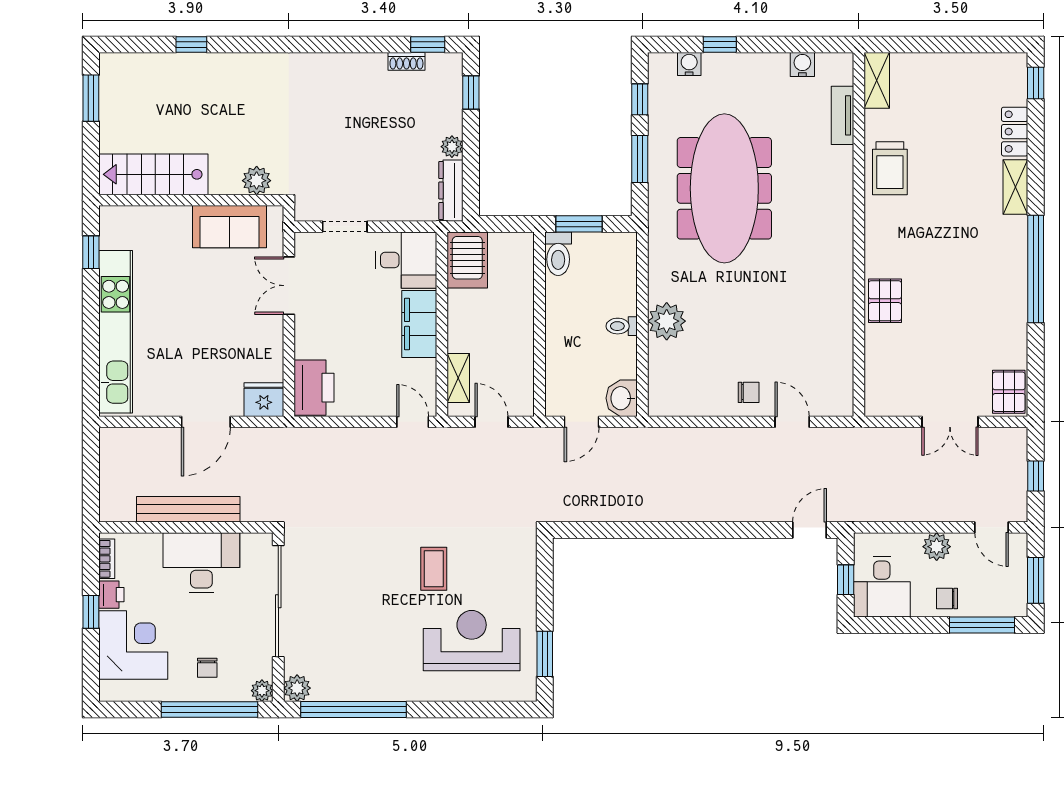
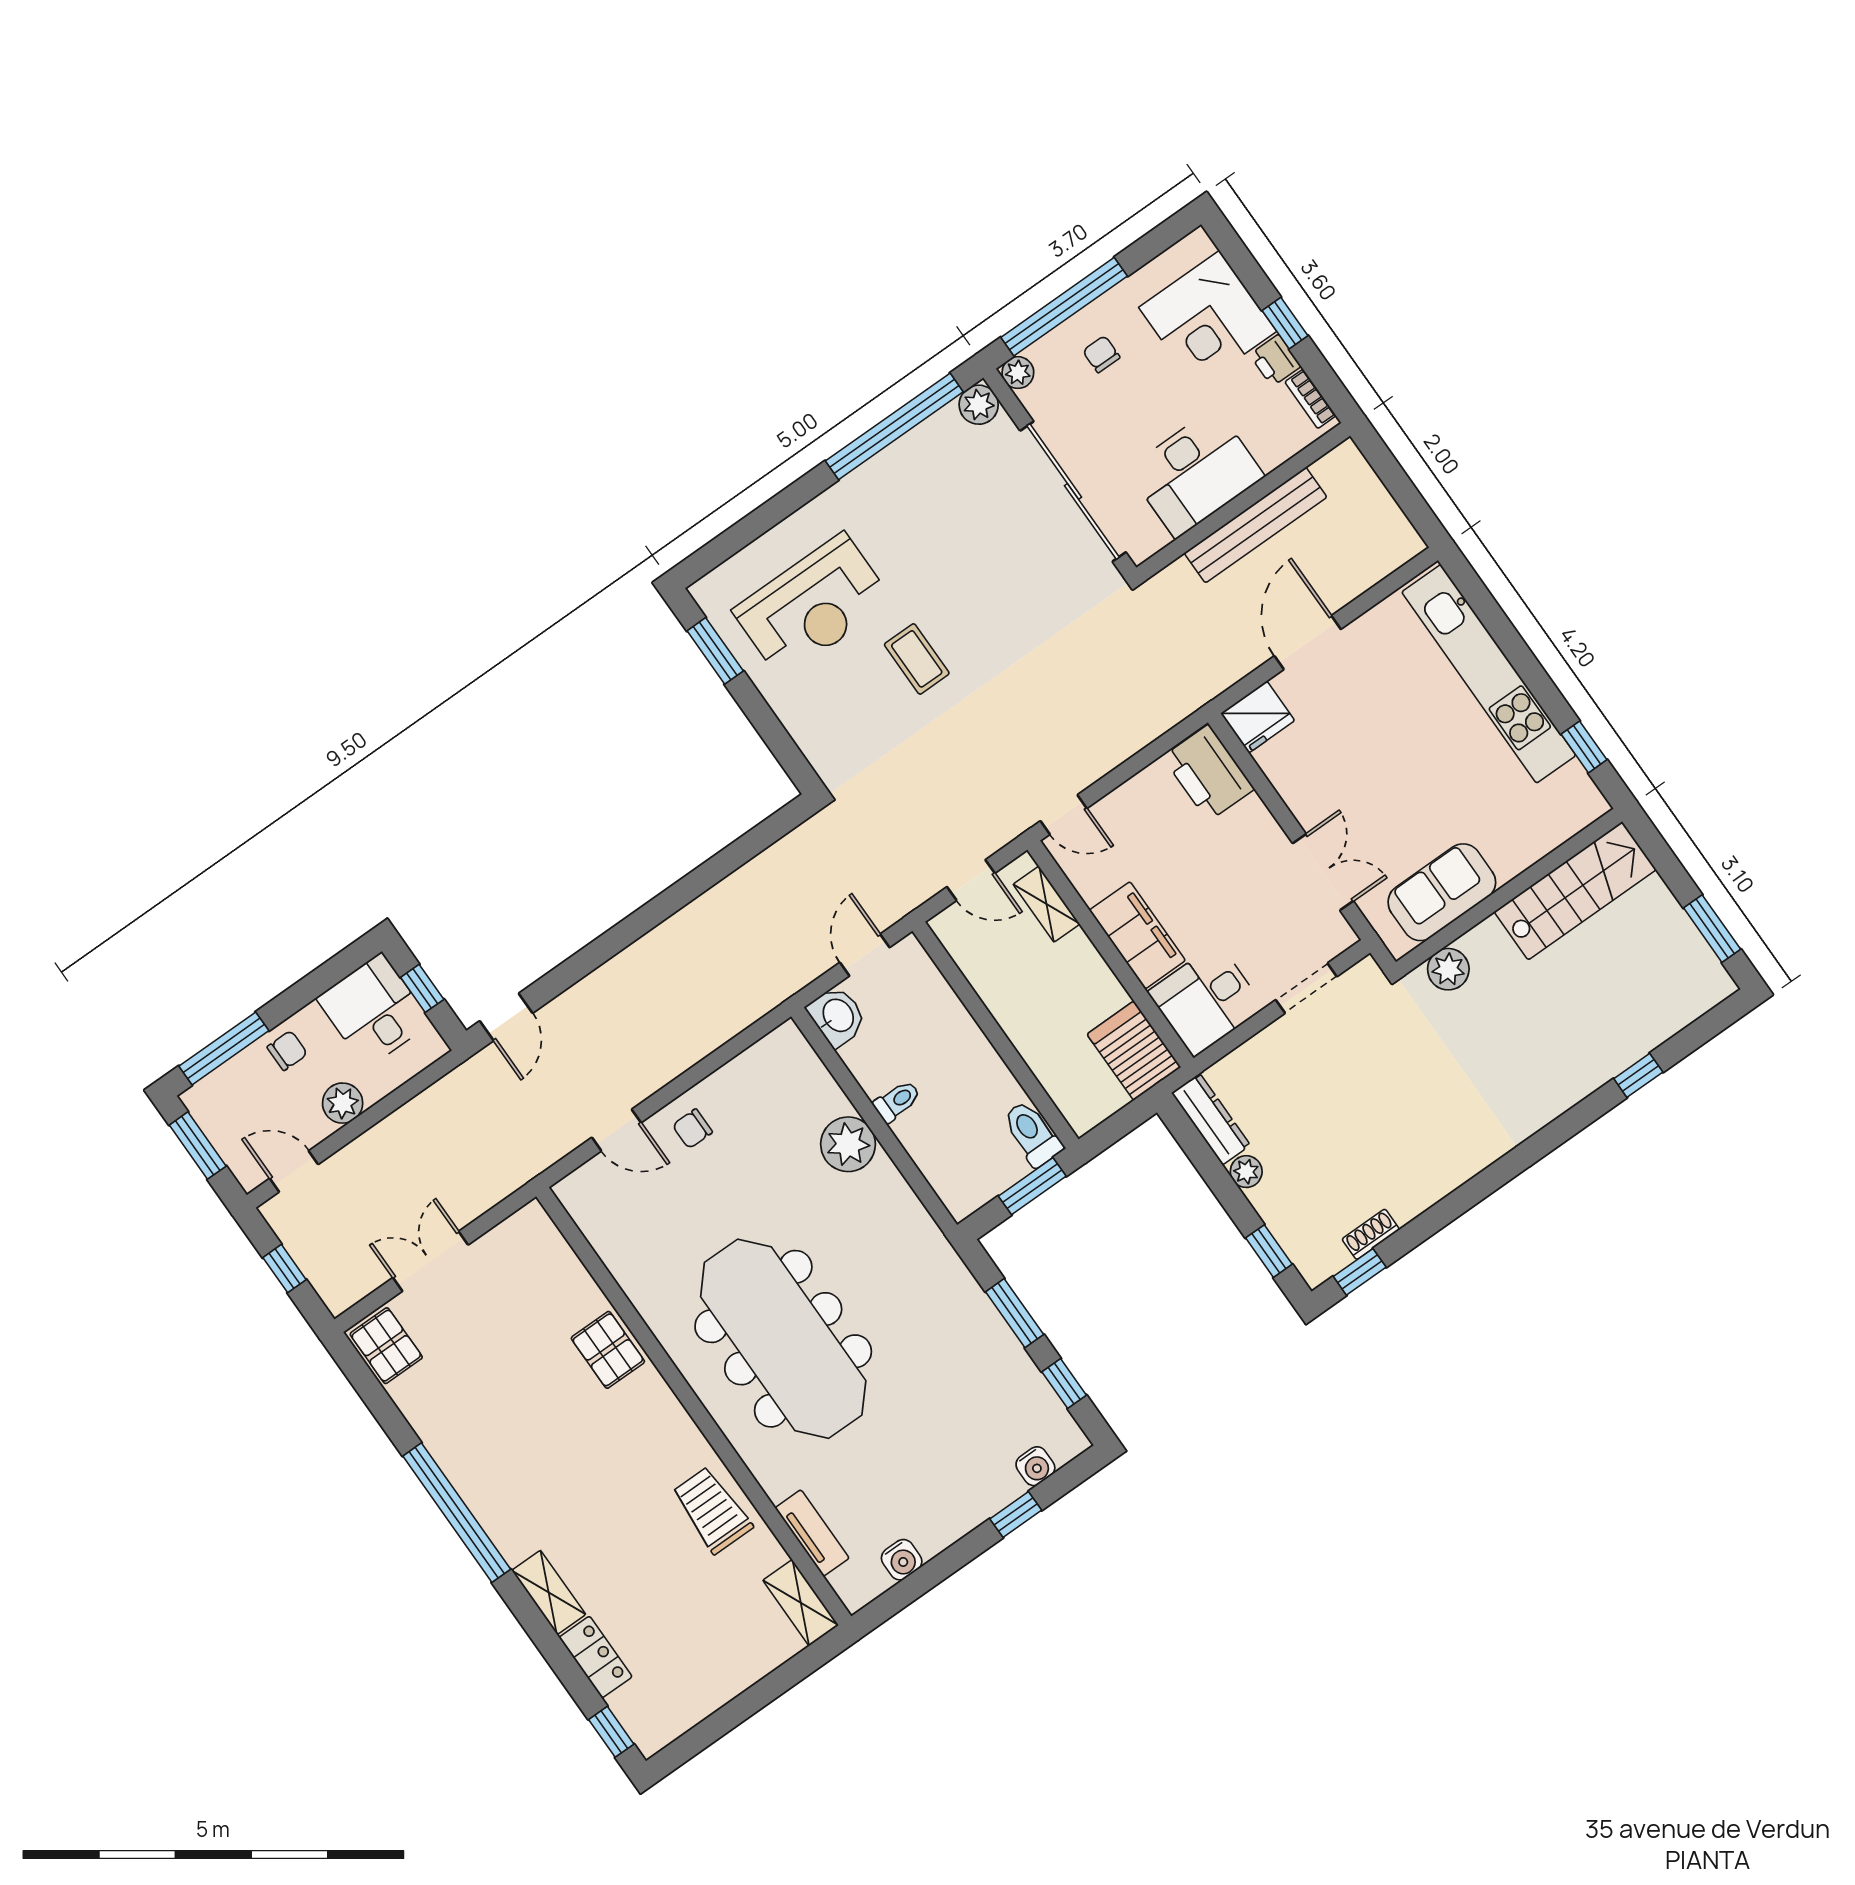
meeting table: (724, 188) -> (783, 1339), moved

